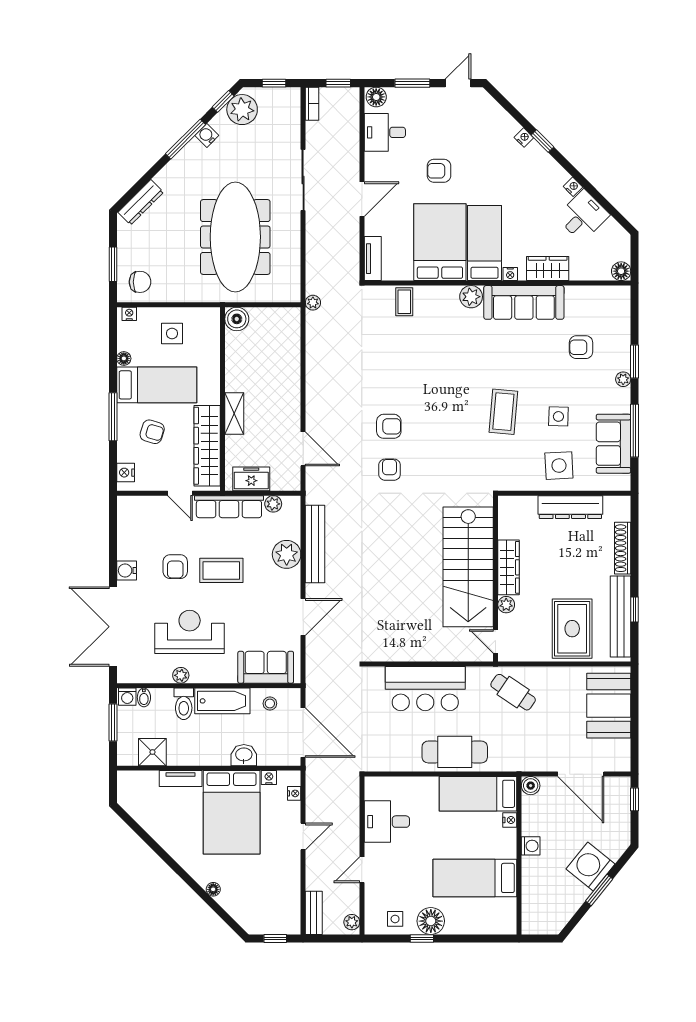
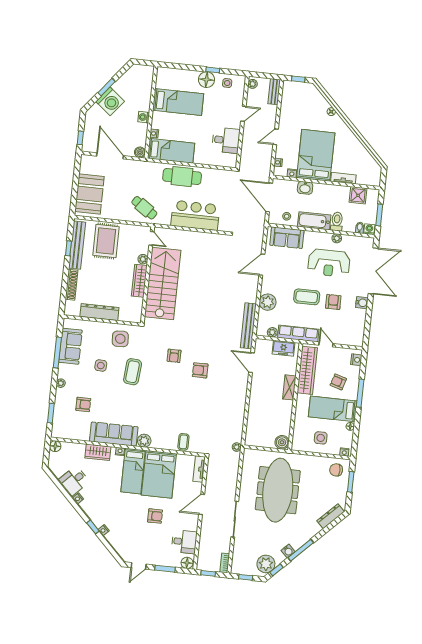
window: (635, 361) -> (51, 413), moved
side table: (559, 466) -> (120, 339), moved
armchair: (390, 470) -> (174, 356), moved
bench: (315, 544) -> (248, 326), moved

